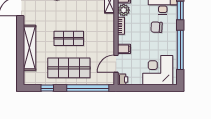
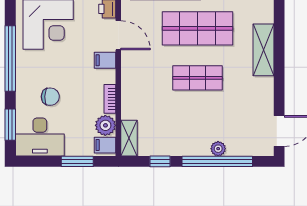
shelving: (29, 48) -> (264, 50), width x0.68
door: (116, 64) -> (118, 35), hinge flipped

